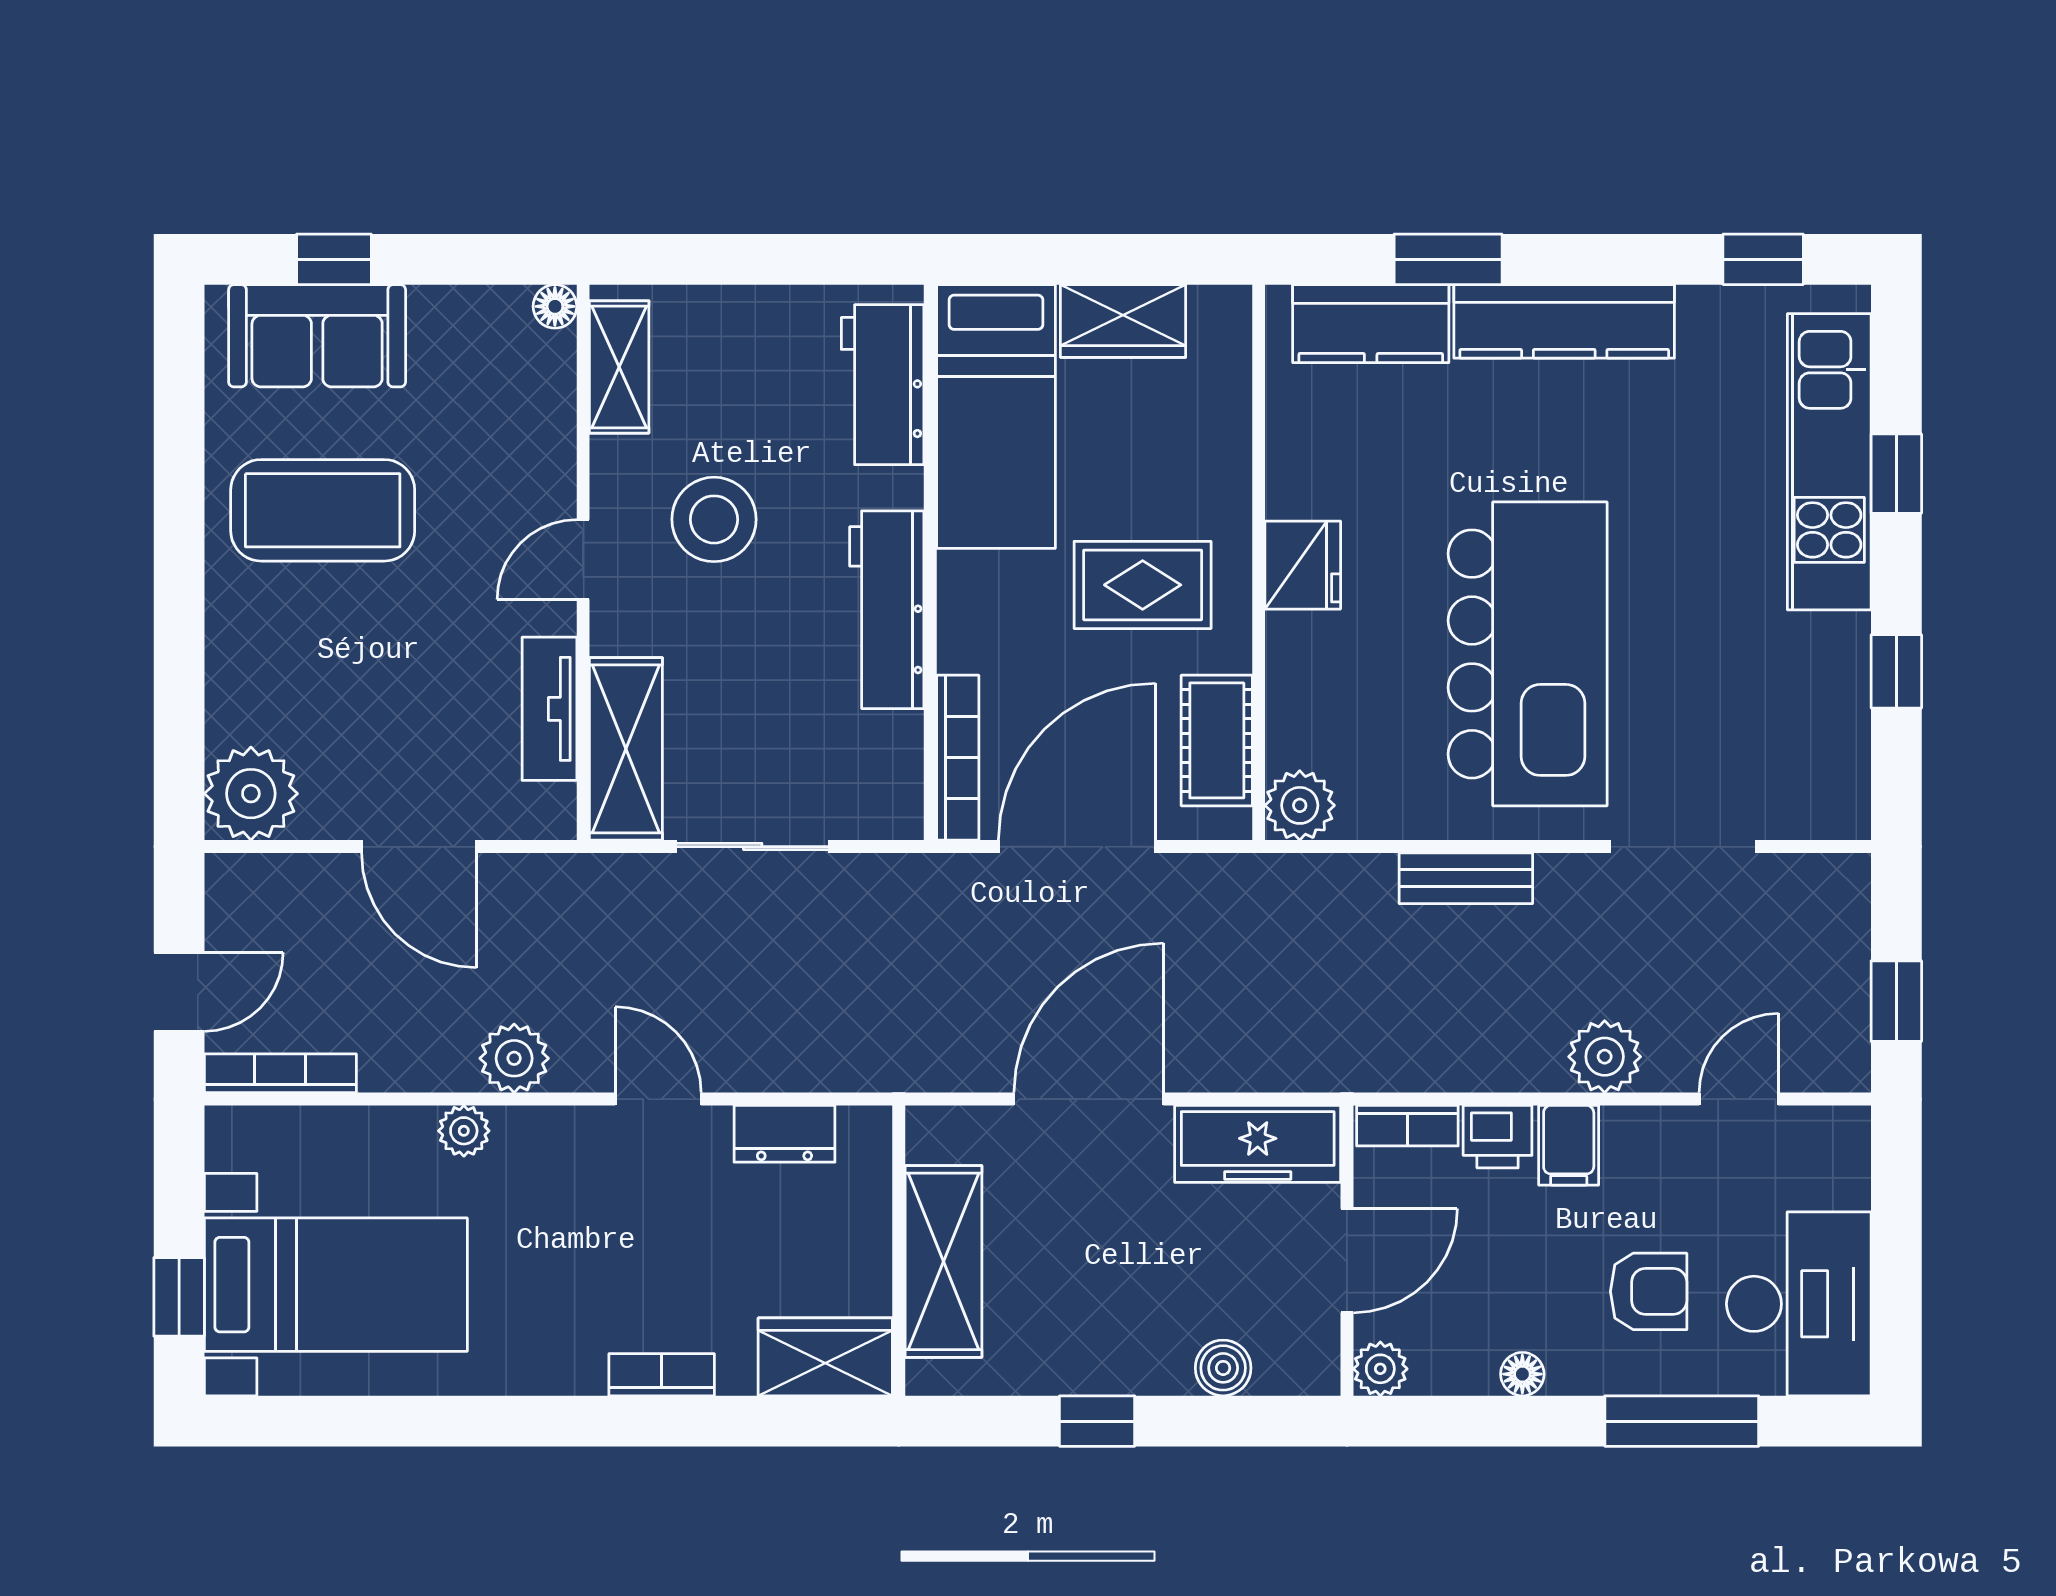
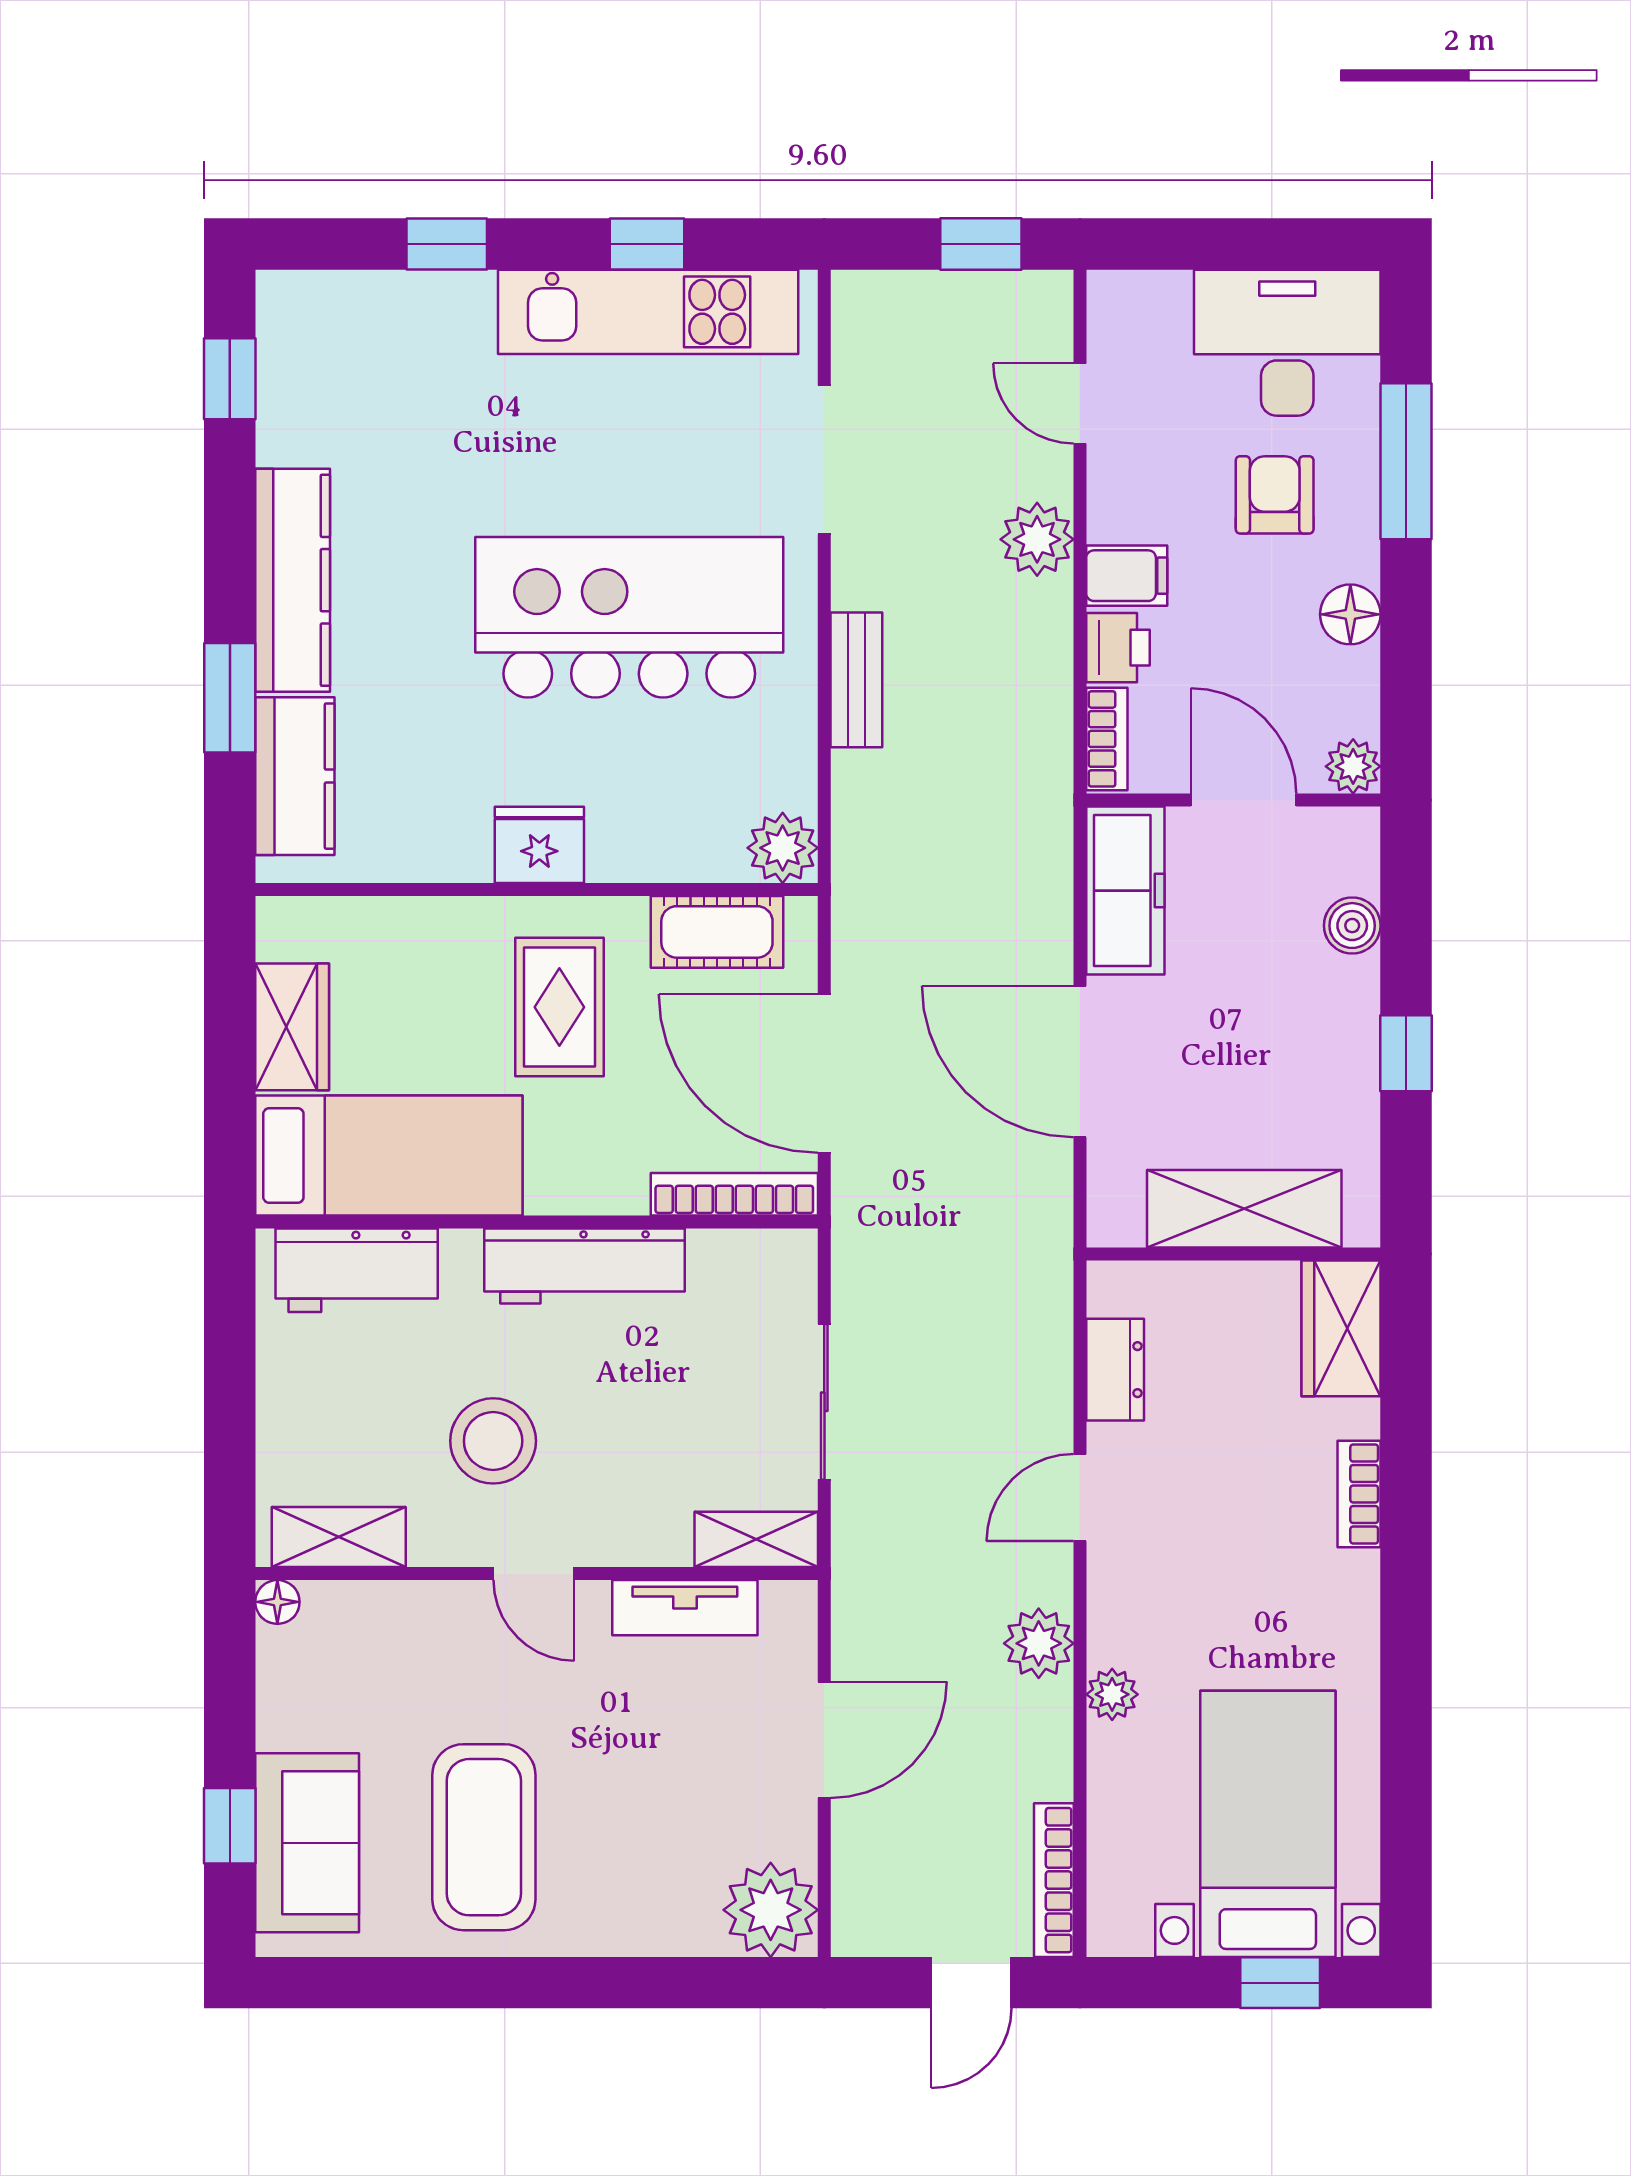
kitchen unit: (1829, 462) -> (648, 312), moved
shelving: (626, 749) -> (756, 1539), width x0.67, depth x0.75
door: (179, 992) -> (971, 1983), swing flipped
floor lamp: (1522, 1374) -> (1350, 614), width x1.37, depth x1.37

